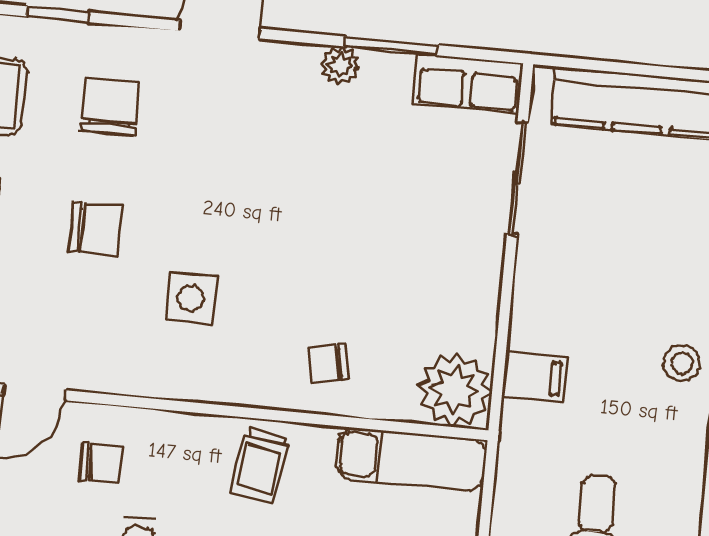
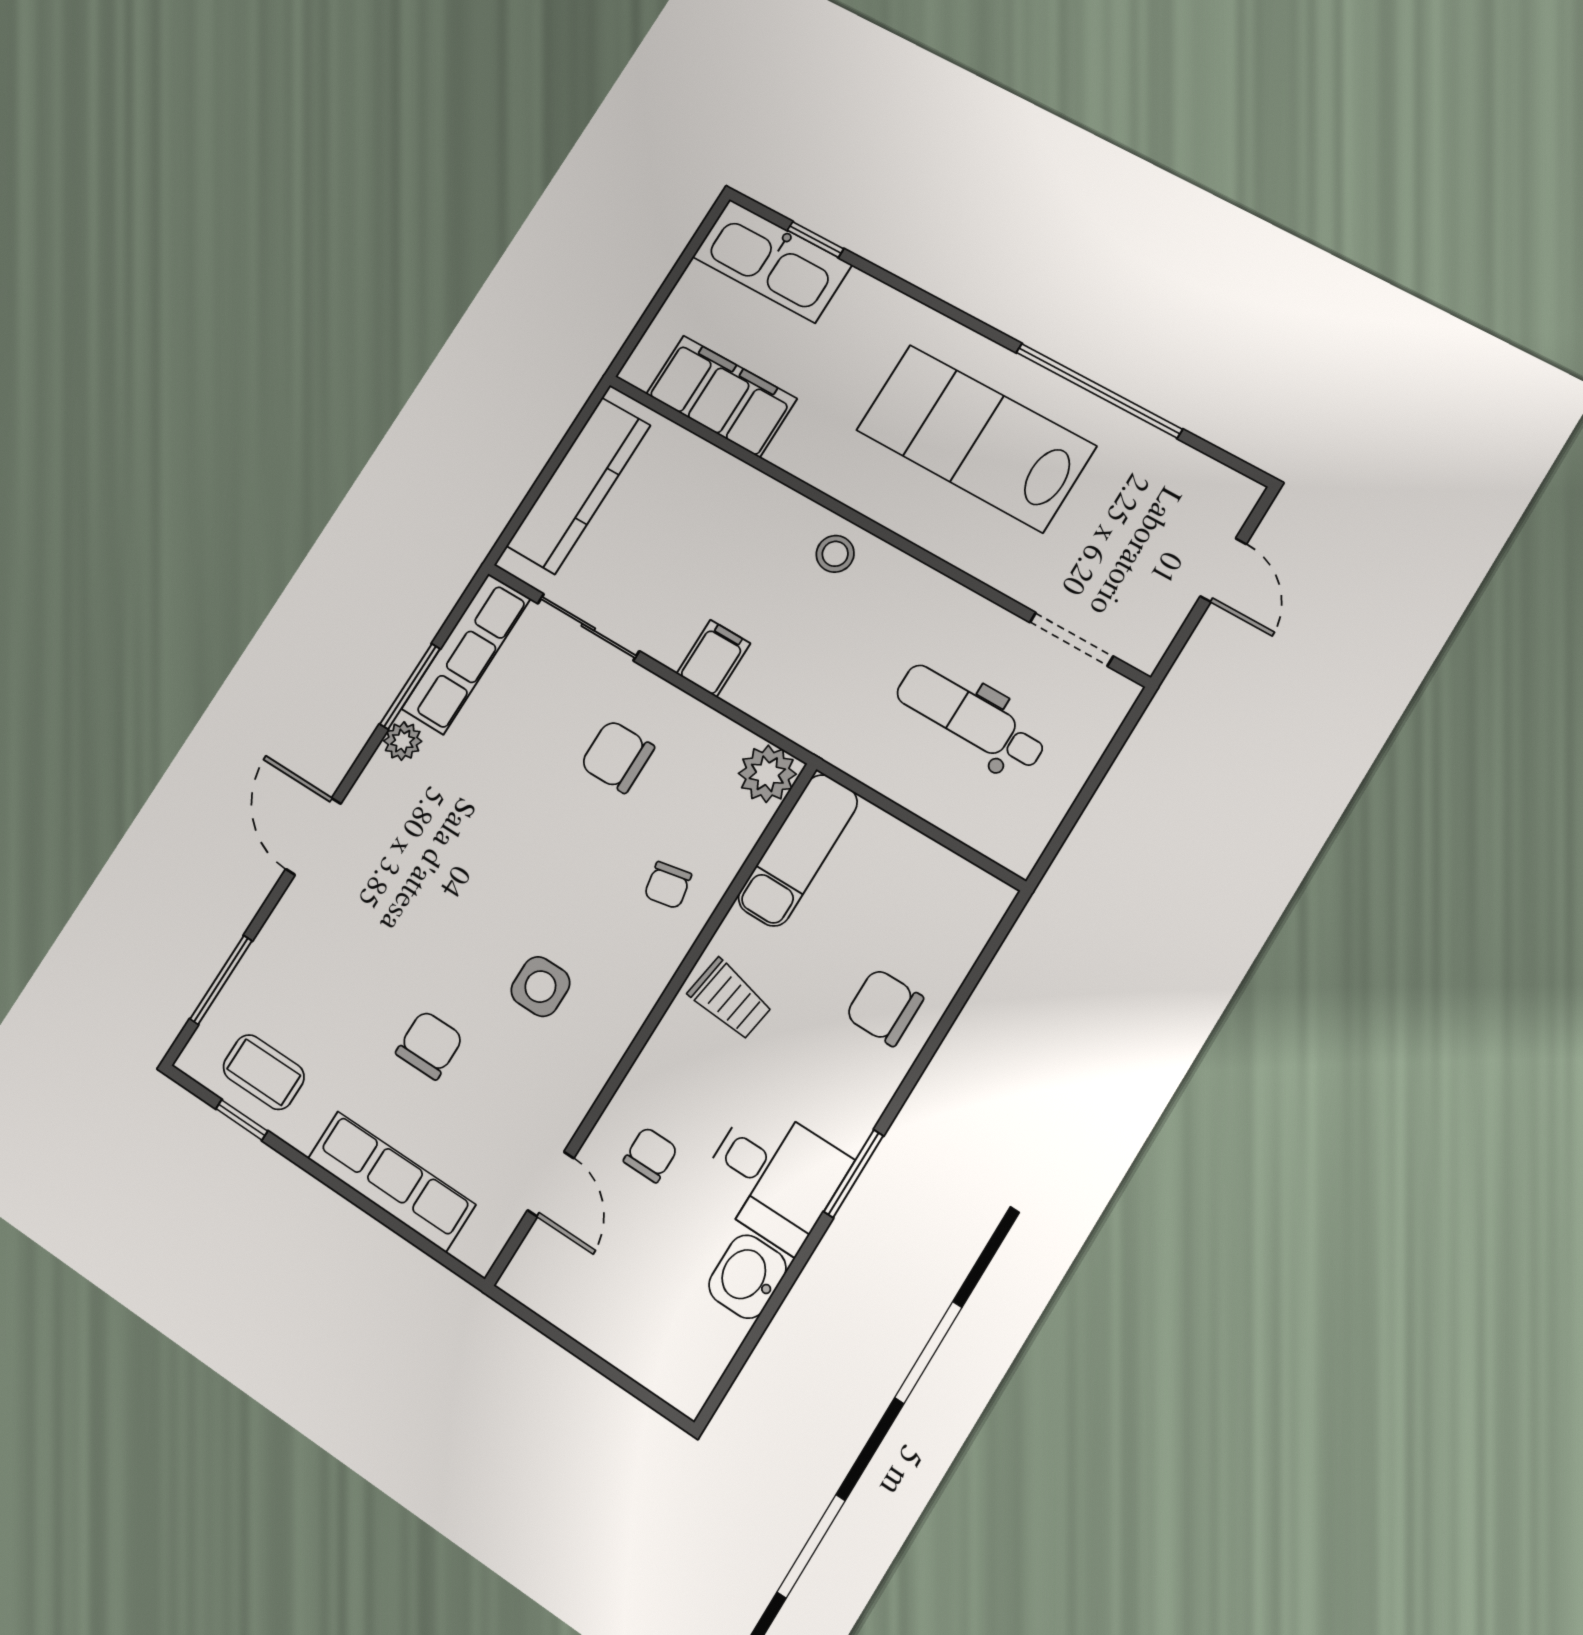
window: (58, 14) -> (221, 980), width x1.50
row of seats: (468, 83) -> (466, 654), width x1.48
chair: (110, 107) -> (617, 756), moved
filing cabinet: (534, 377) -> (713, 658), moved
plant: (455, 390) -> (767, 774), width x0.73, depth x0.73

